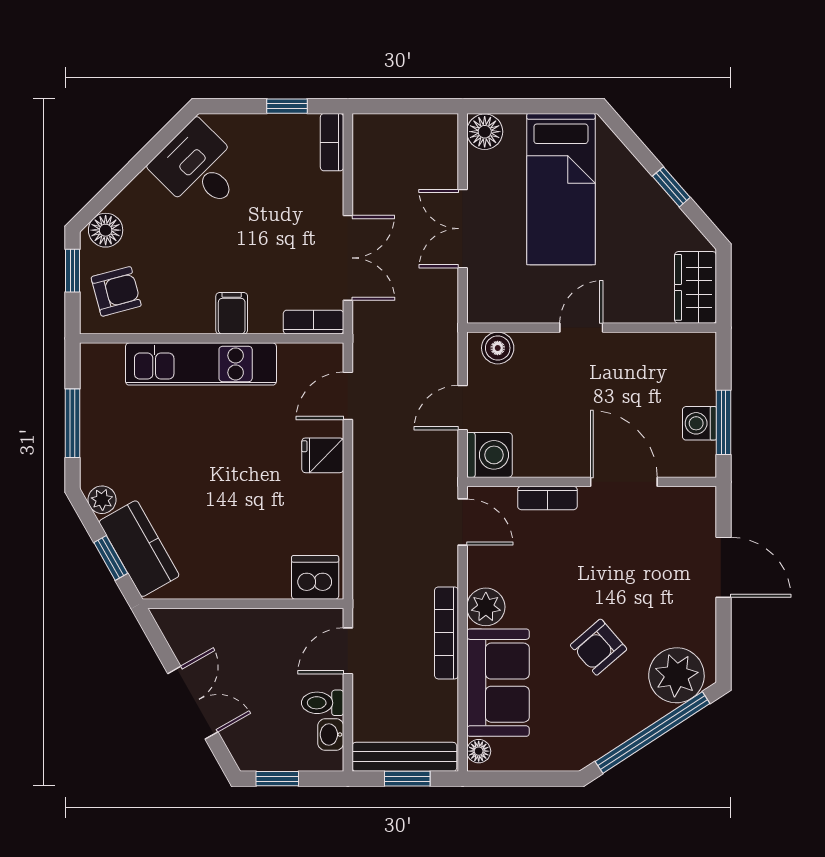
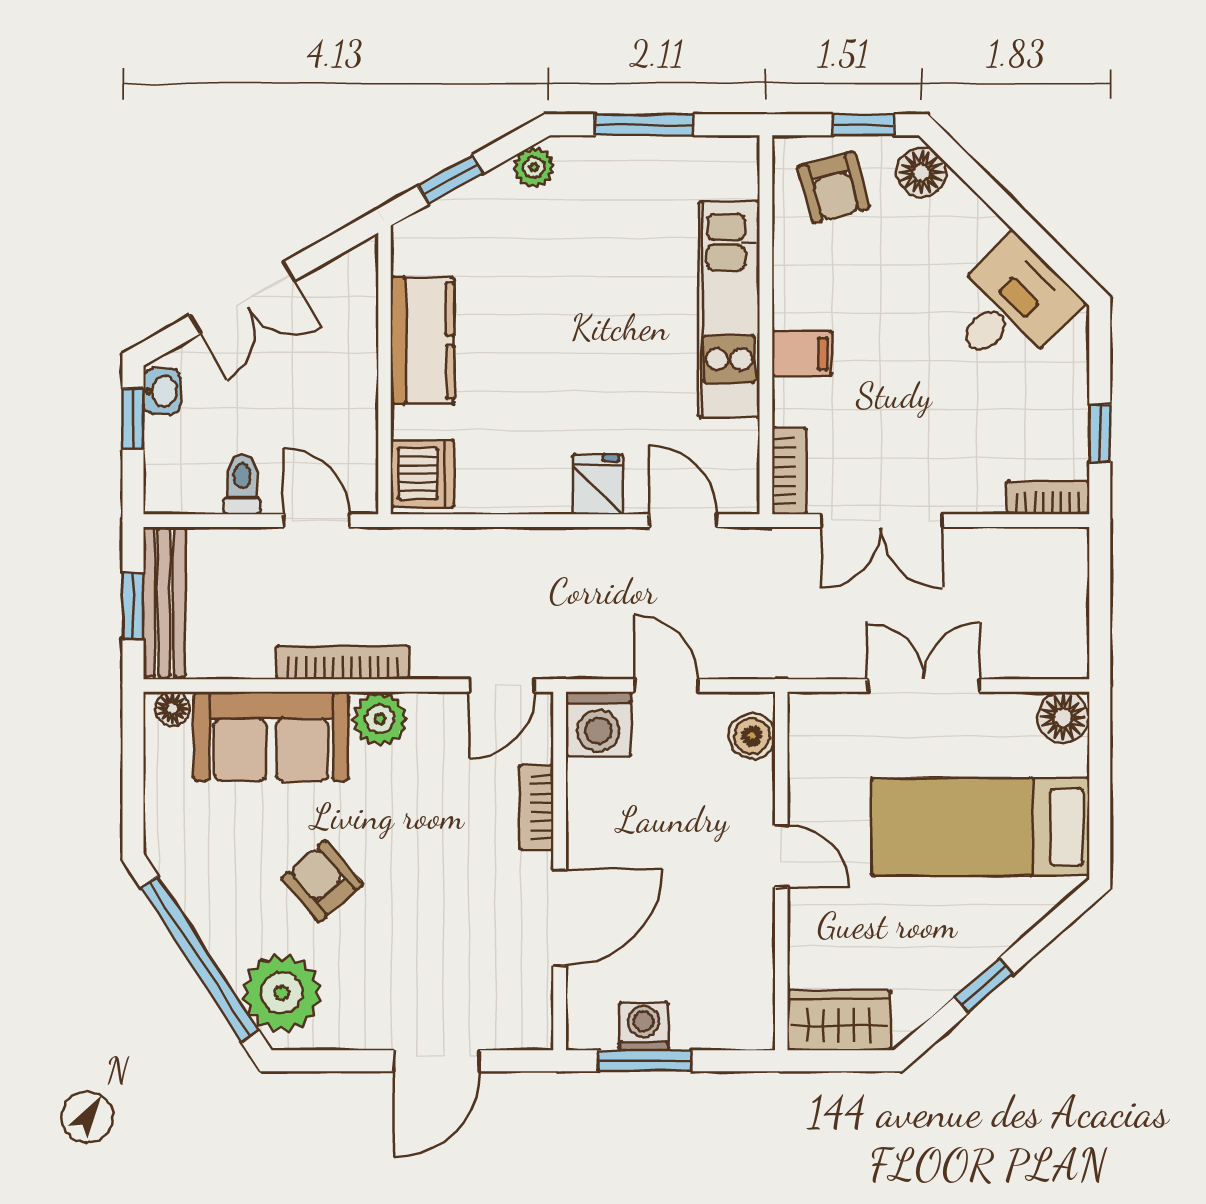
kitchen counter: (139, 549) -> (422, 340), moved, turned -60
washbasin: (331, 735) -> (162, 391), moved, turned 90

